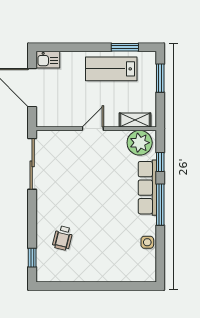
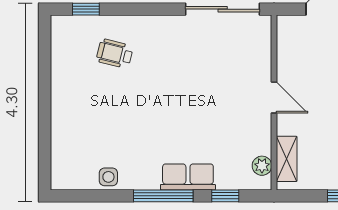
plant: (140, 143) -> (262, 166), width x0.53, depth x0.53
row of seats: (147, 188) -> (188, 177), width x0.68

